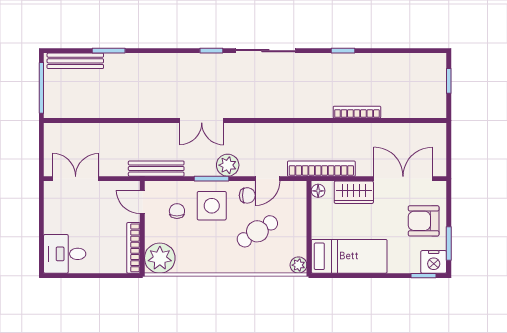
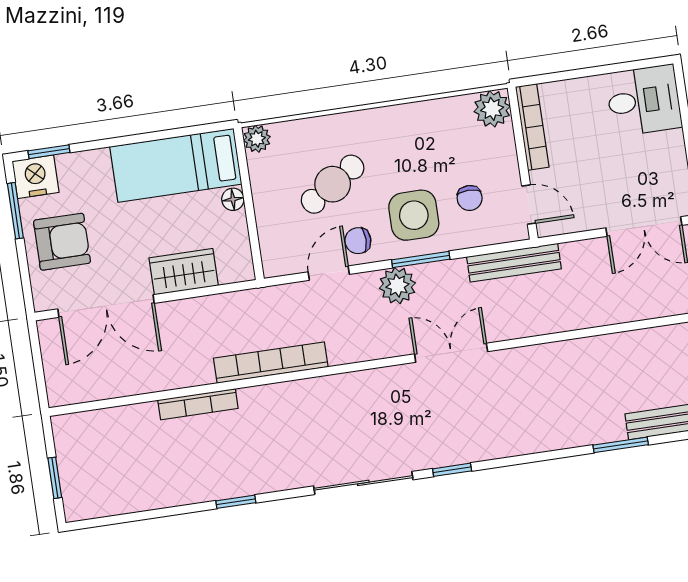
bookcase: (321, 169) -> (271, 363), moved, turned 180
floor lamp: (318, 191) -> (233, 199), moved
plant: (160, 258) -> (492, 109), width x0.73, depth x0.73

